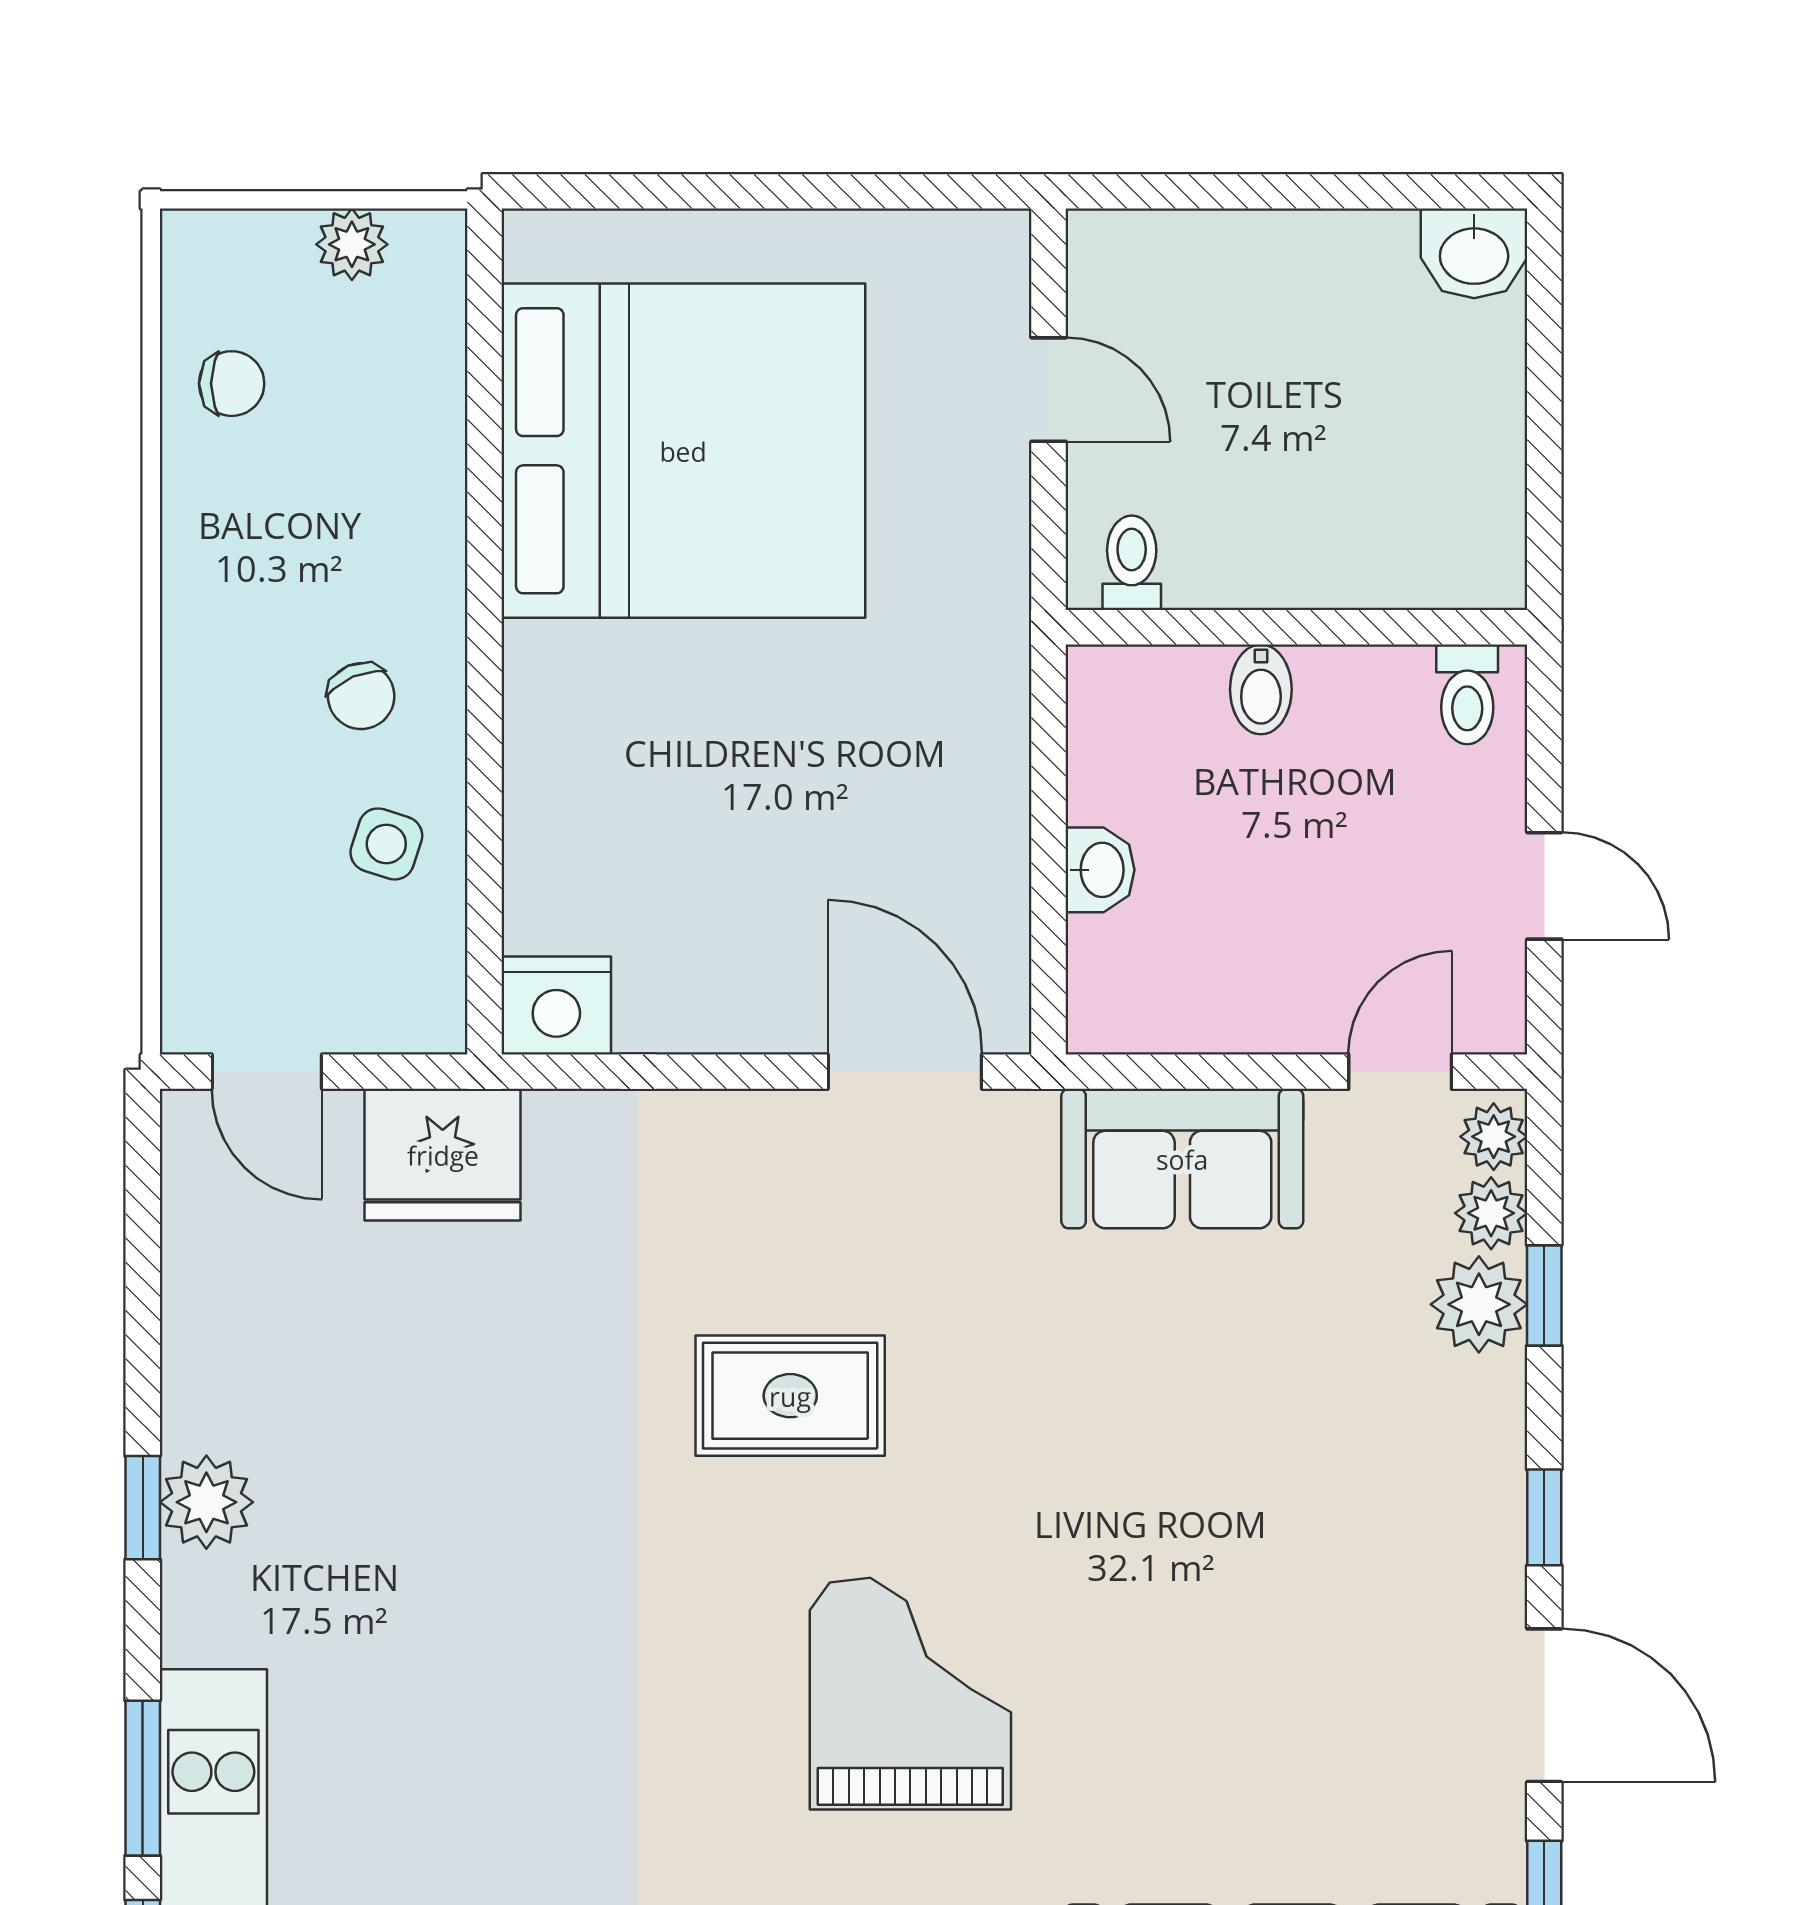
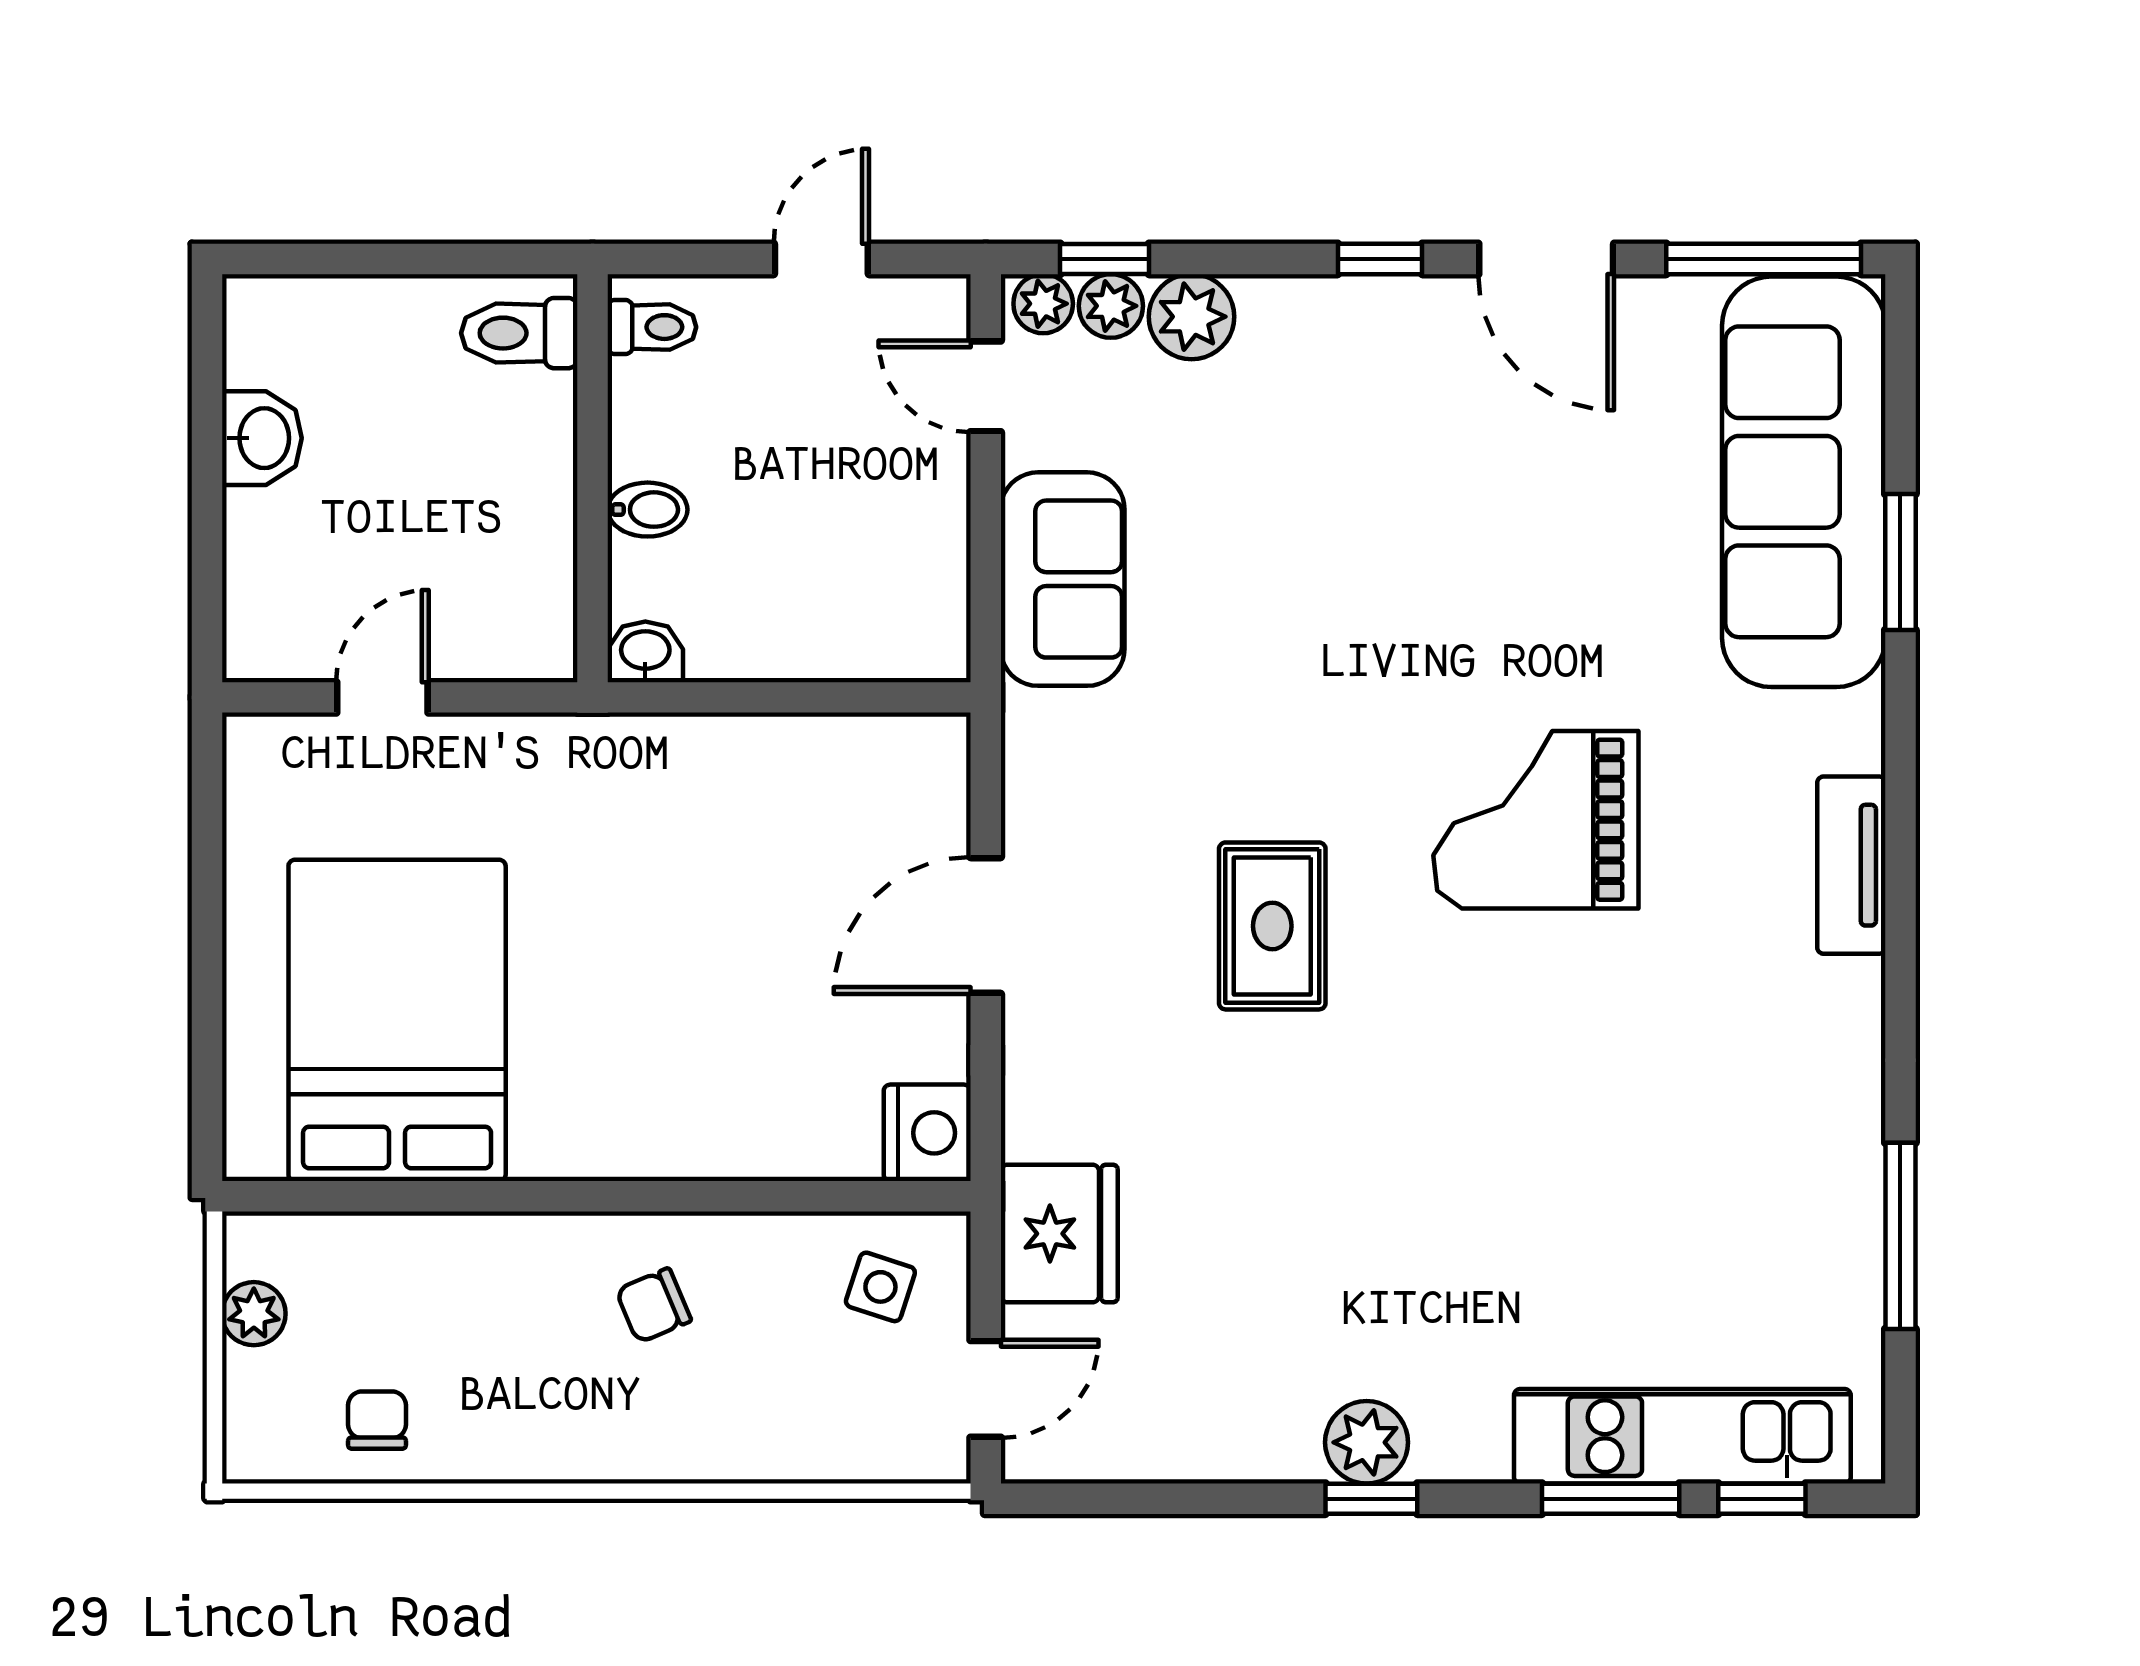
washbasin: (1474, 253) -> (262, 438), moved
bed: (683, 451) -> (397, 1020), width x0.73
toilet: (1132, 563) -> (519, 333), moved, width x1.37, depth x1.39
chair: (361, 696) -> (654, 1305), turned 180
side table: (386, 844) -> (880, 1287), moved
washbasin: (1100, 870) -> (645, 652), moved
door: (905, 1072) -> (986, 925), moved
window: (1544, 1295) -> (1105, 259), moved
door: (1544, 1705) -> (1546, 259), swing flipped

